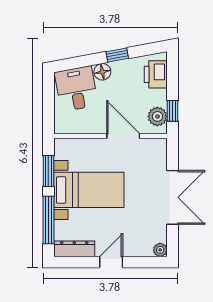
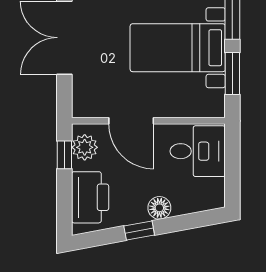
printer: (156, 74) -> (90, 197), width x1.37, depth x1.19
desk: (76, 89) -> (198, 151), moved, turned -80

